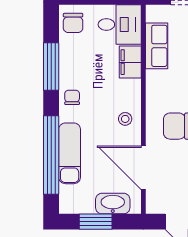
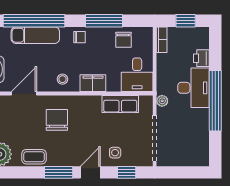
chair: (73, 23) -> (123, 40), moved, turned -90
filing cabinet: (130, 62) -> (93, 83), moved
door: (143, 168) -> (24, 93), width x0.73

